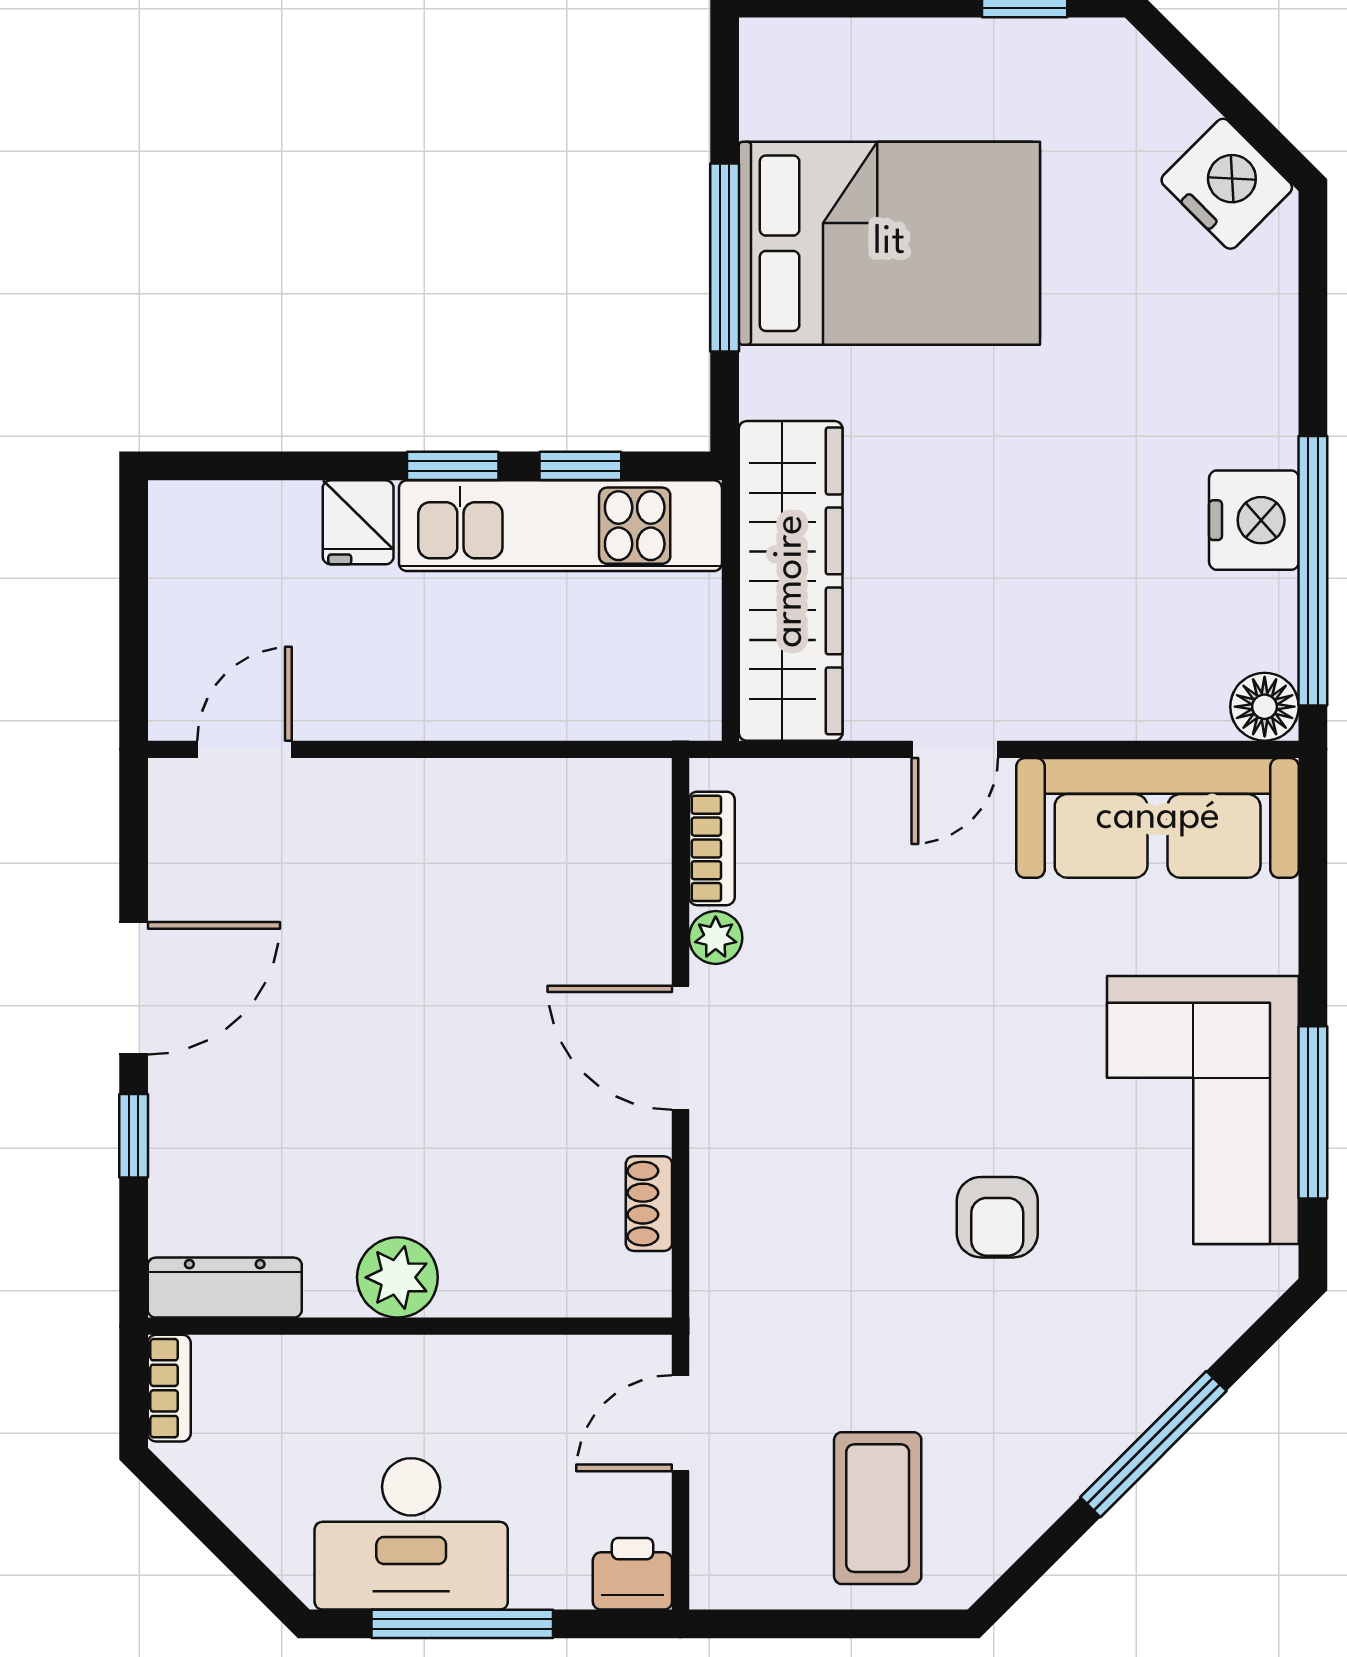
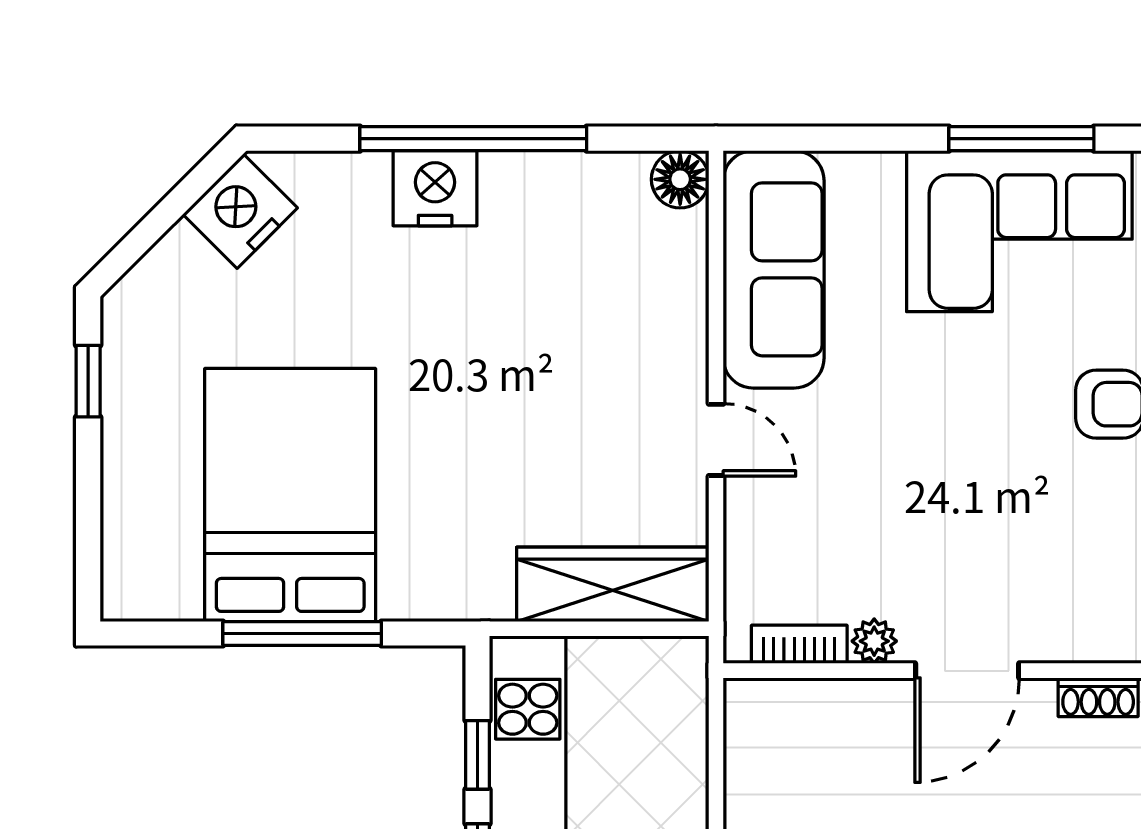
nightstand: (1254, 520) -> (435, 188), moved
window: (1313, 571) -> (473, 139), moved
wardrobe: (791, 581) -> (613, 584), width x0.71, depth x0.85

